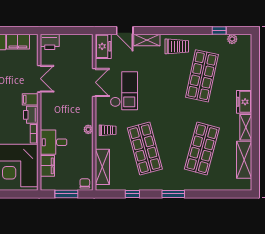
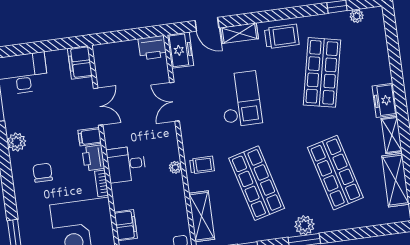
filing cabinet: (18, 42) -> (80, 62), moved, turned 90
printer: (50, 42) -> (152, 48), moved
double door: (94, 82) -> (175, 102), swing flipped
checkout: (124, 91) -> (241, 99), moved
desk: (54, 142) -> (126, 164), moved
shop shelf: (202, 149) -> (335, 173), turned -30
plant: (175, 183) -> (304, 225), added

